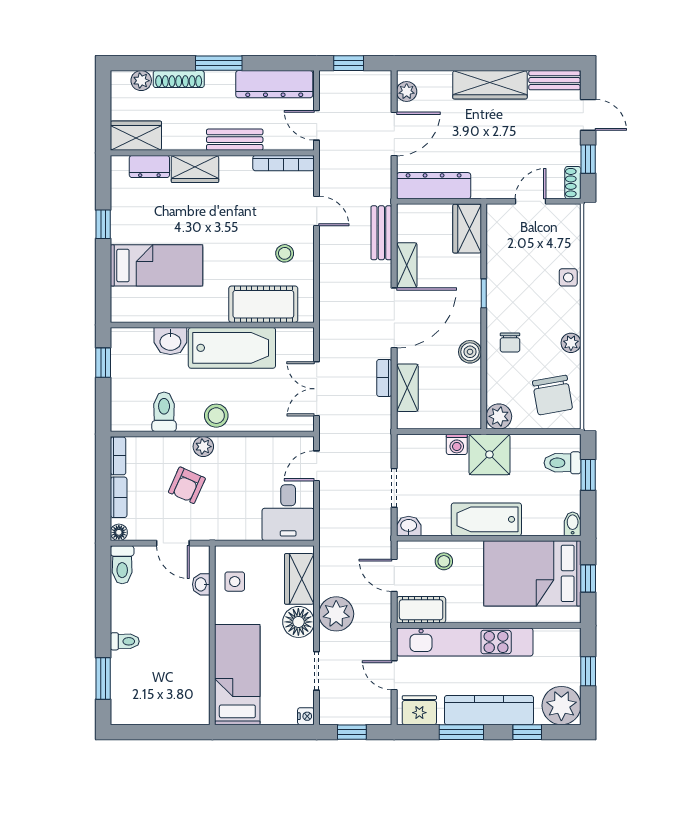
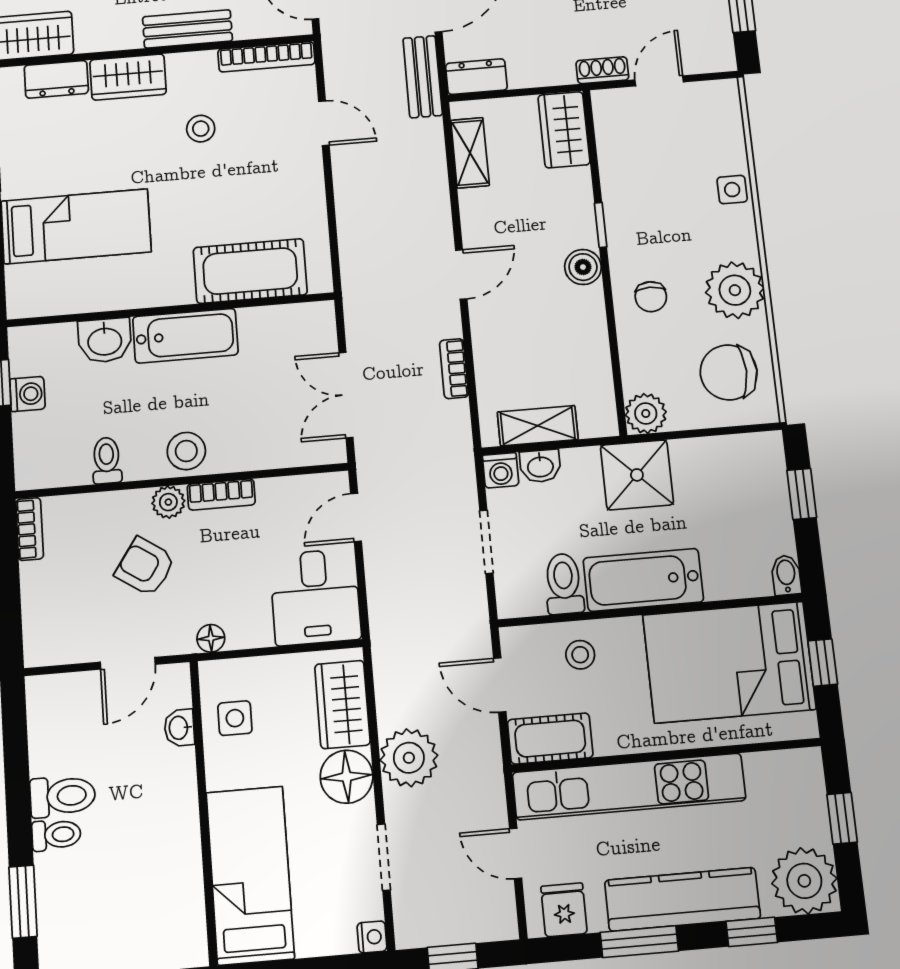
shoe rack: (573, 183) -> (602, 70), moved, turned 90
dresser: (434, 186) -> (476, 77), width x0.51, depth x0.80
bench: (381, 233) -> (423, 77), moved
stool: (285, 253) -> (201, 129), moved
shelving: (407, 265) -> (470, 153), moved
door: (394, 318) -> (461, 275), width x0.53
plant: (571, 343) -> (735, 290), width x1.88, depth x1.88
bathtub: (232, 348) -> (185, 336), width x0.73, depth x0.73
boiler: (470, 352) -> (583, 267), moved
washing machine: (121, 371) -> (27, 394), added
shelving: (407, 388) -> (538, 426), moved, turned 90
chair: (552, 395) -> (729, 372), turned 100
toilet: (164, 412) -> (107, 460), width x0.73, depth x0.72
washing machine: (457, 444) -> (501, 470), moved
toilet: (562, 463) -> (564, 584), moved, turned 90
armchair: (187, 485) -> (145, 567), turned 100
bookcase: (119, 497) -> (221, 494), moved, turned 90
washbasin: (409, 526) -> (540, 466), moved, turned 180
floor lamp: (119, 532) -> (211, 638), moved
door: (173, 543) -> (128, 663), hinge flipped
toilet: (122, 565) -> (63, 796), moved, turned -90
fridge: (419, 710) -> (564, 910), width x0.72

